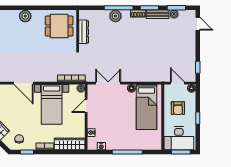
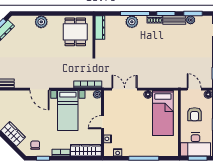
dining table: (59, 26) -> (75, 32), turned 90
dresser: (84, 32) -> (100, 28), moved
door: (86, 106) -> (102, 122), moved

